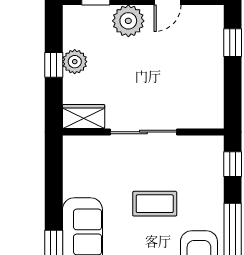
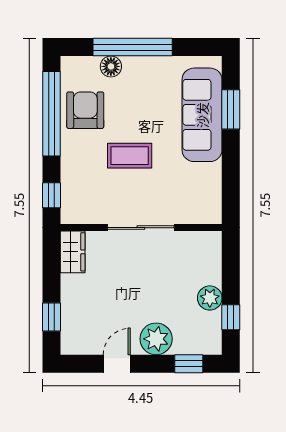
window: (54, 65) -> (231, 317), moved
wardrobe: (84, 116) -> (73, 252), moved, turned -90

